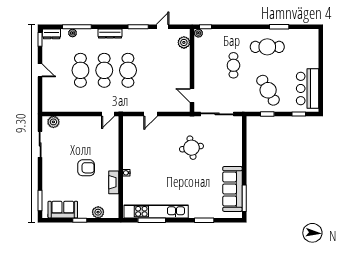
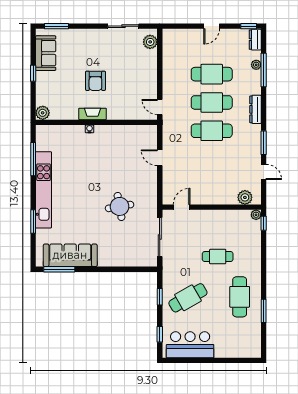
fireplace: (114, 182) -> (92, 114), moved
kitchen unit: (156, 211) -> (43, 190), moved
plant: (98, 212) -> (43, 113), moved

